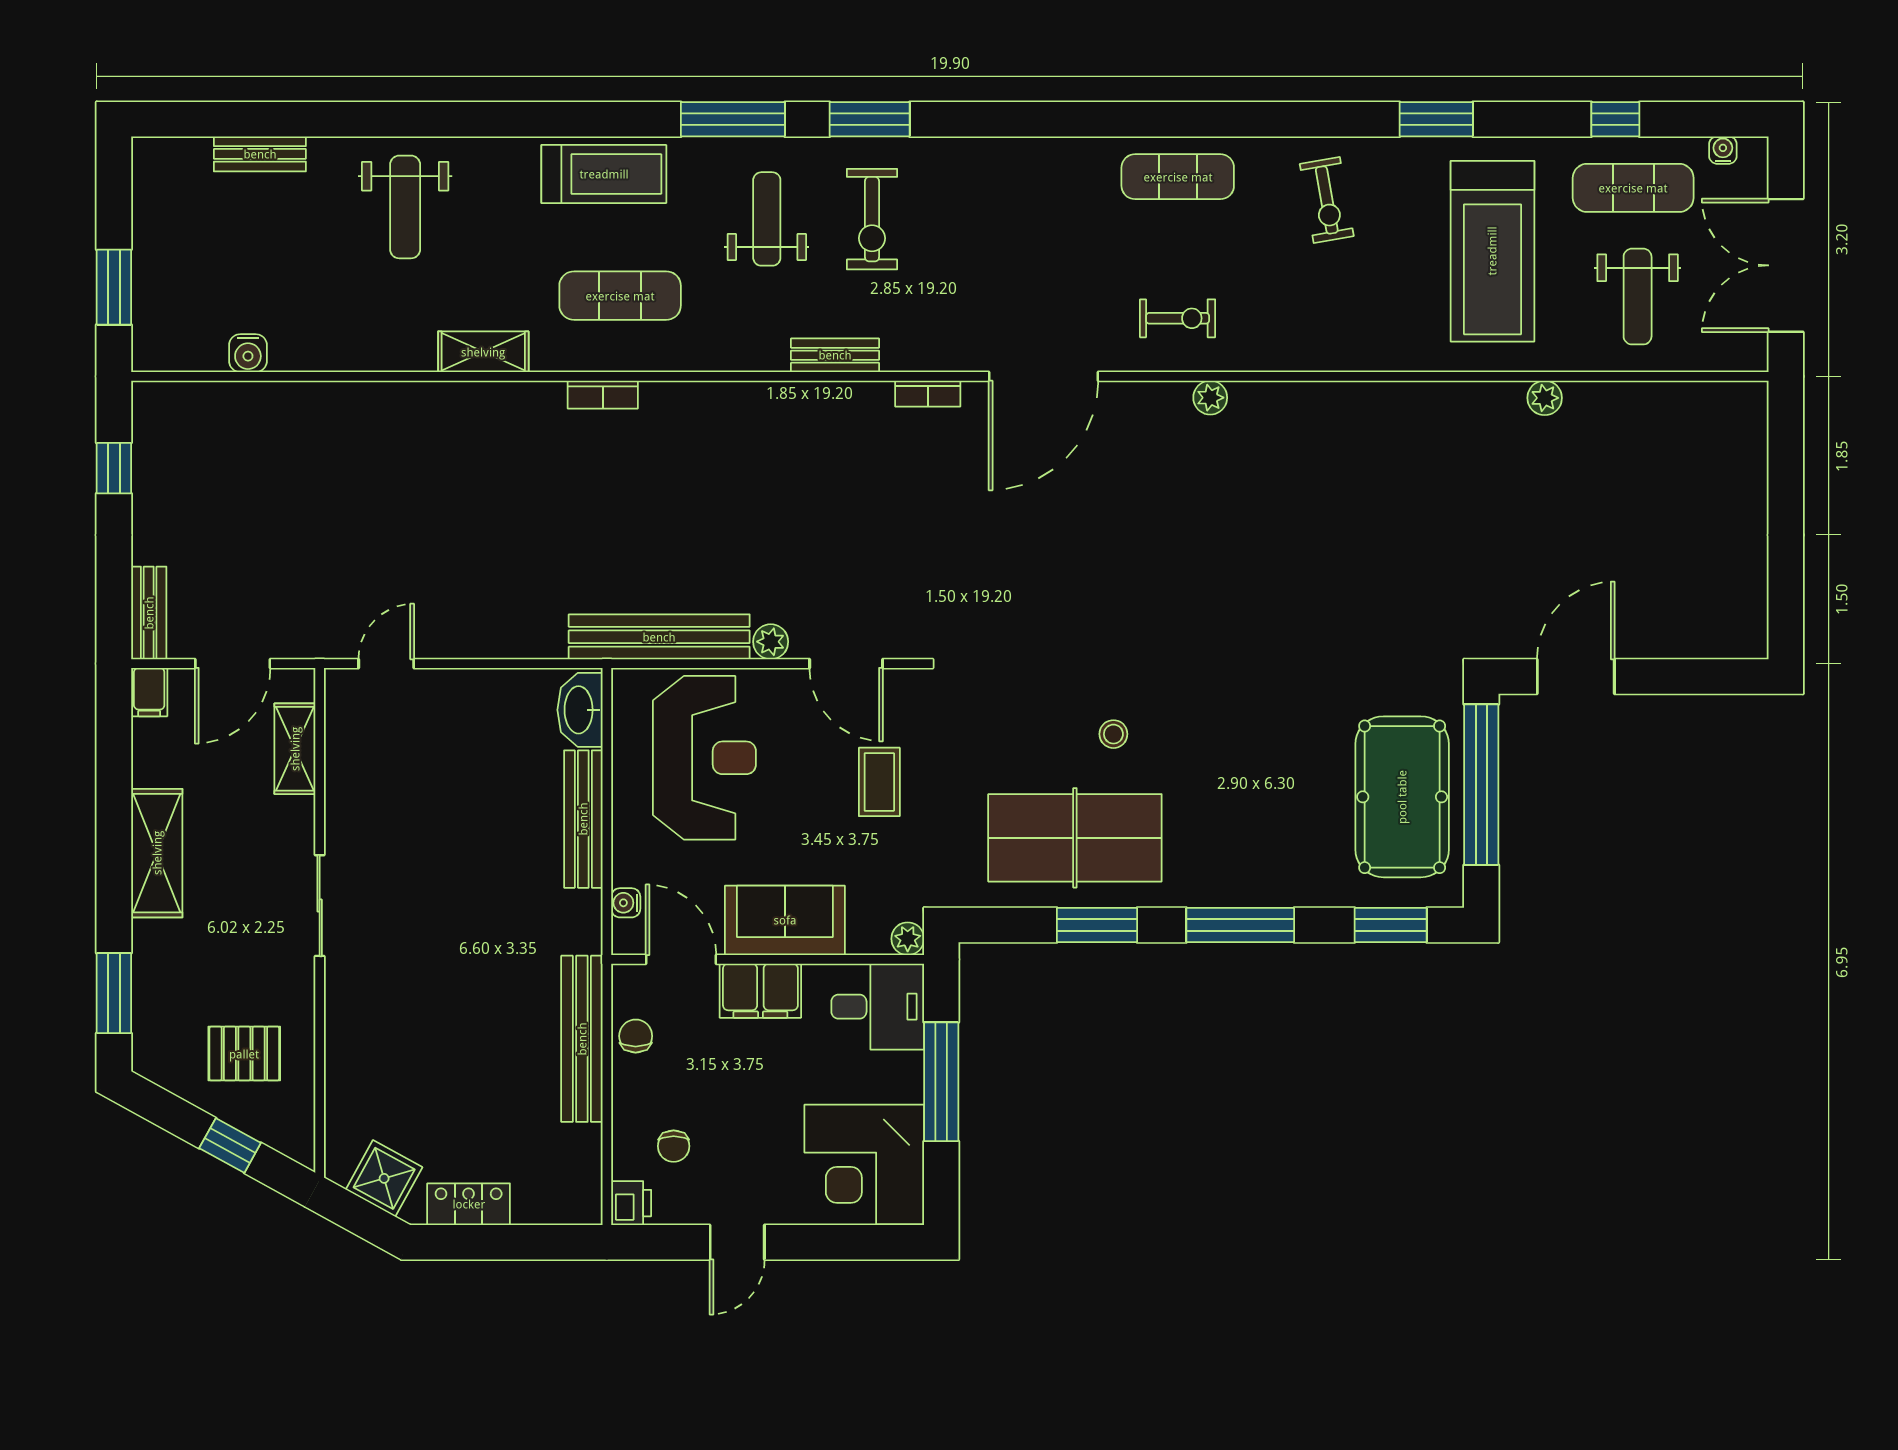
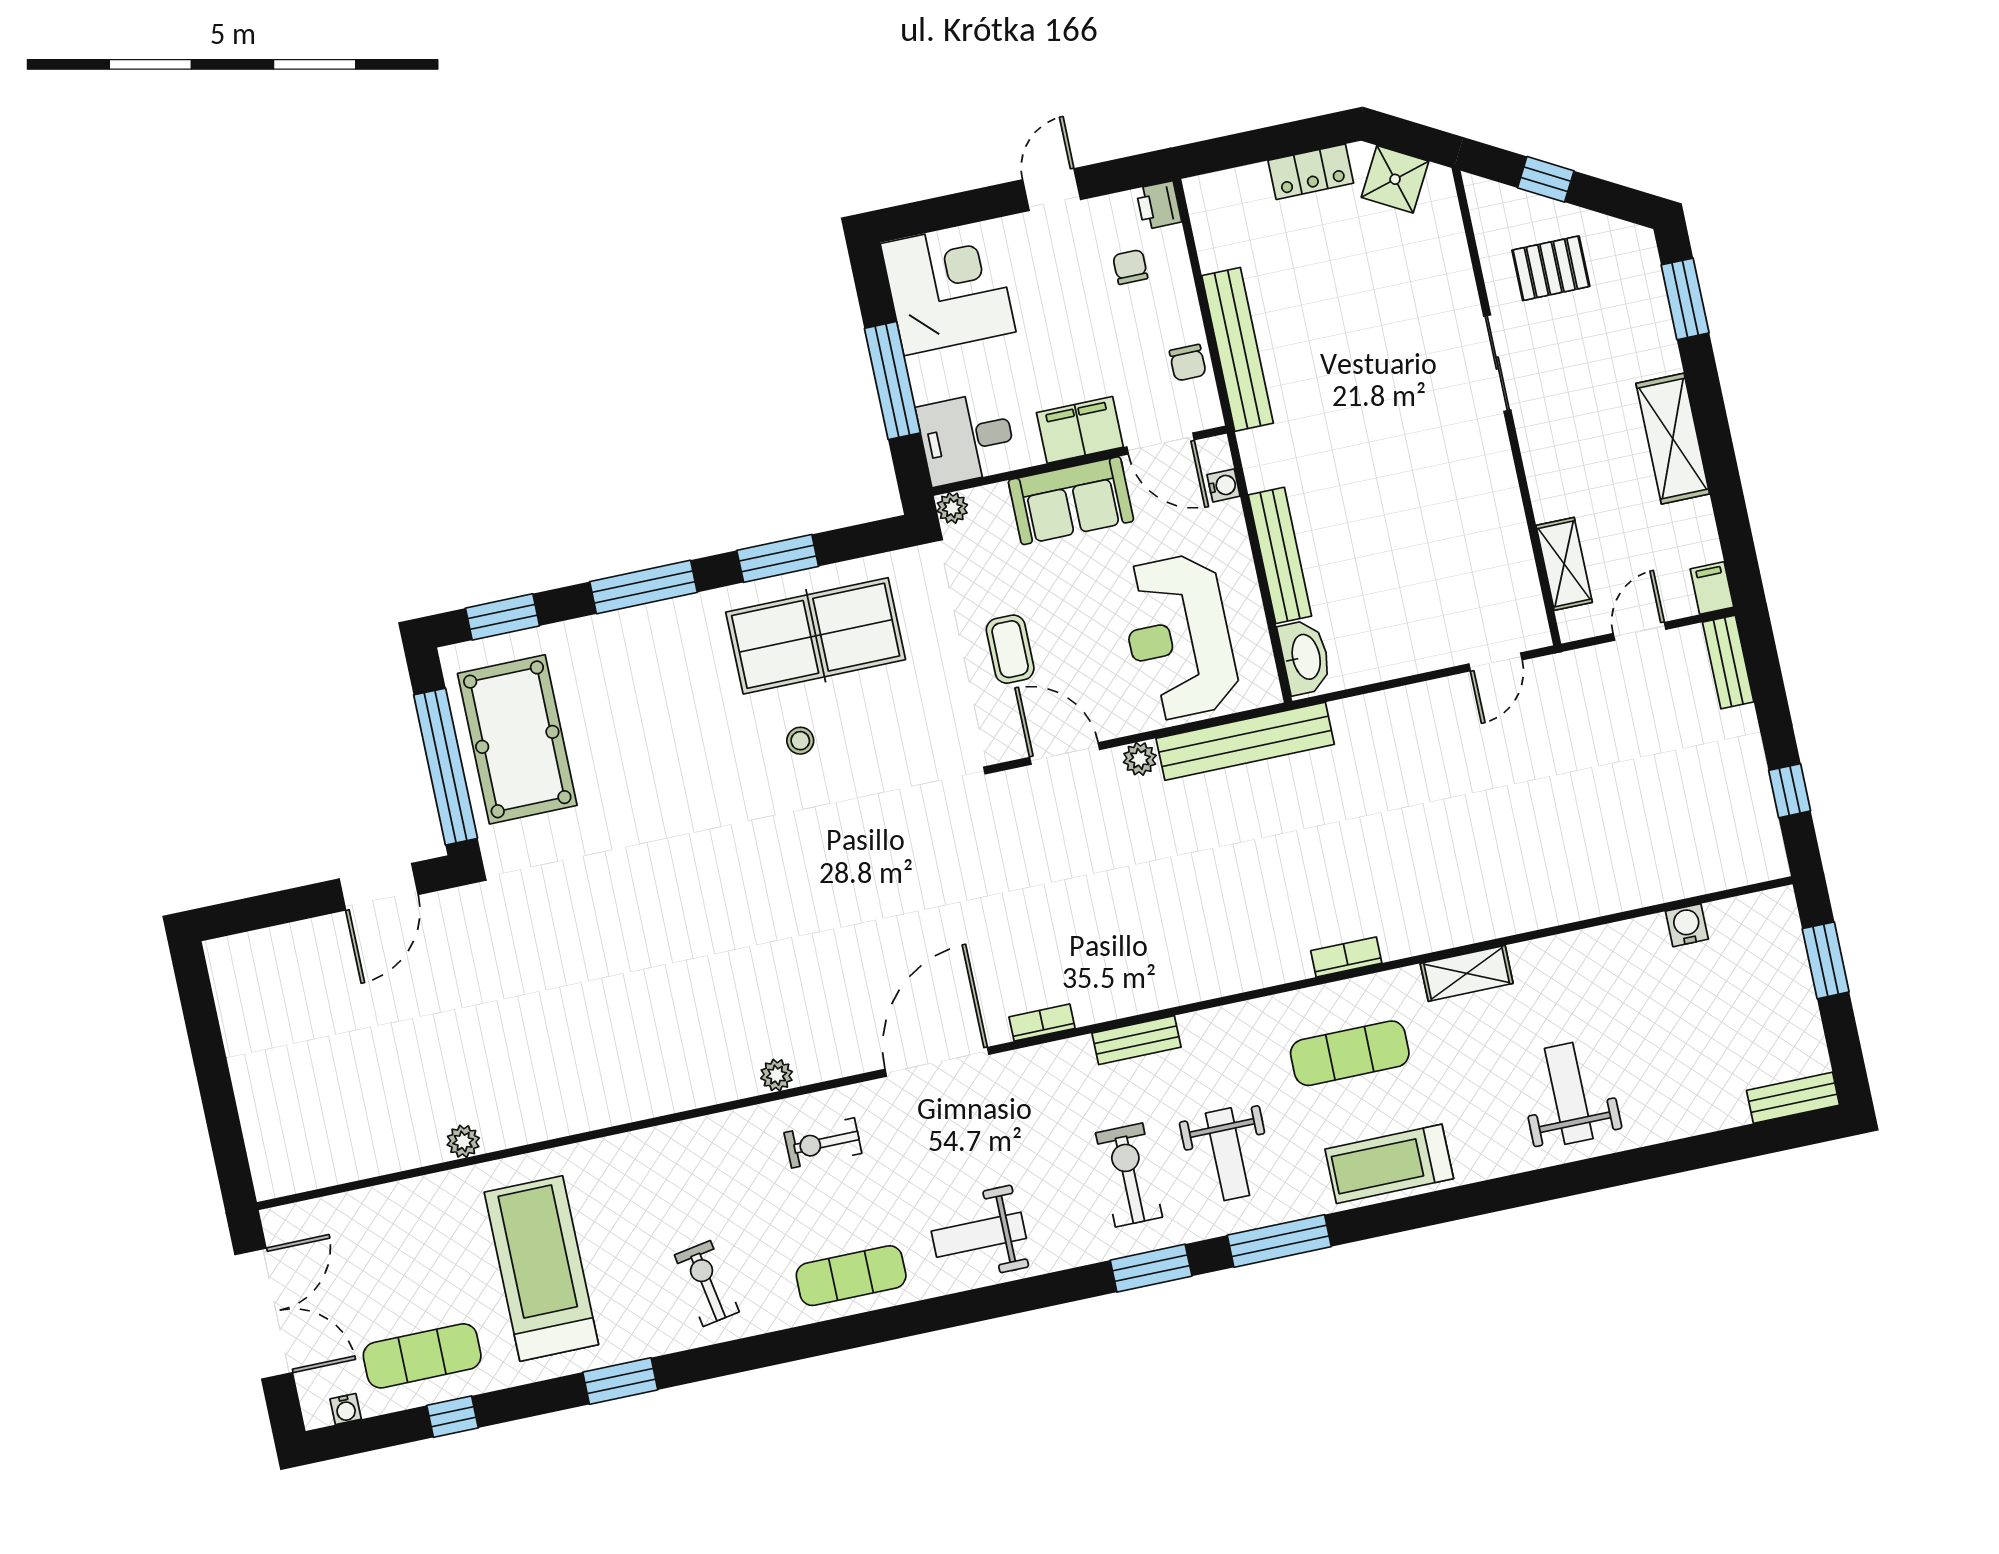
bench: (260, 154) -> (1793, 1098), moved
weight bench: (1638, 297) -> (979, 1235), moved, turned -90
door: (233, 664) -> (1639, 631), width x0.73
sliding door: (320, 906) -> (1497, 363), moved

